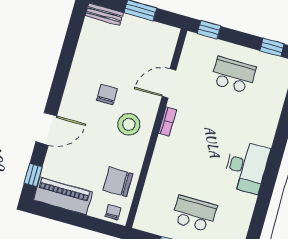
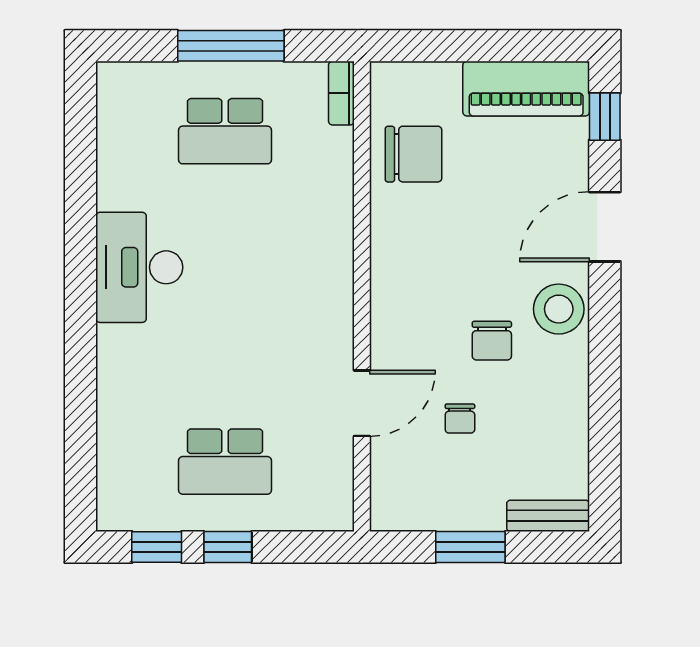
window: (209, 30) -> (228, 547), moved
bookcase: (168, 122) -> (341, 93), moved
stool: (129, 124) -> (559, 309), moved
chair: (113, 212) -> (460, 419), moved

